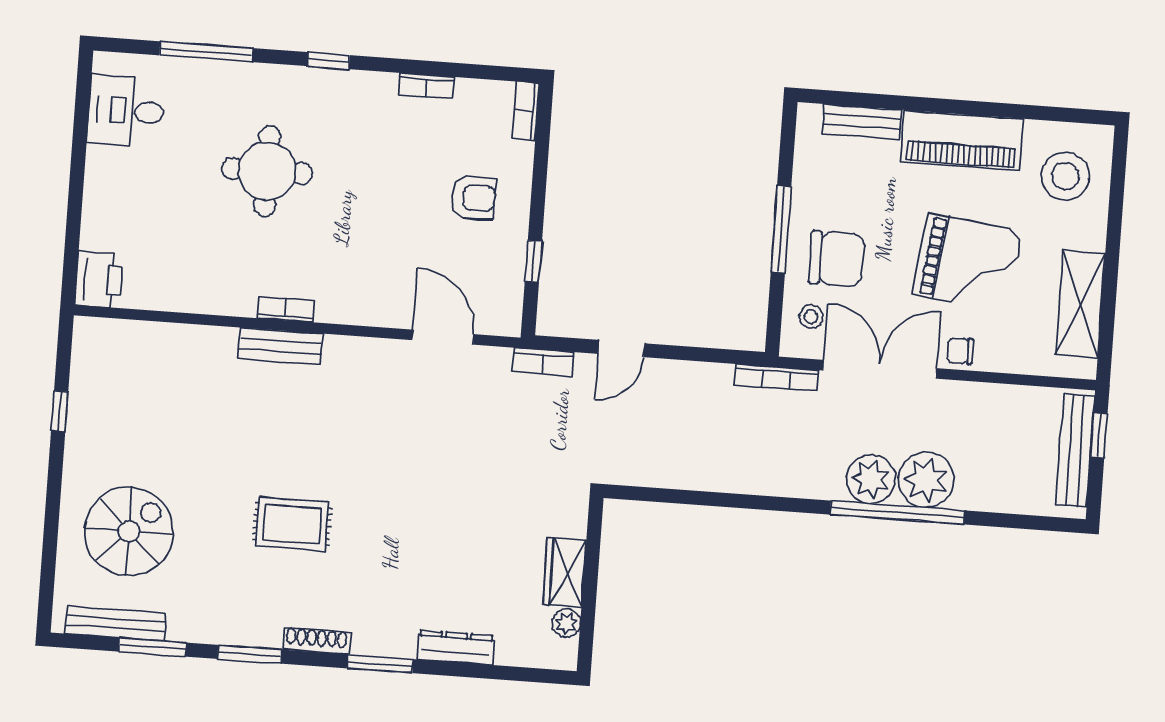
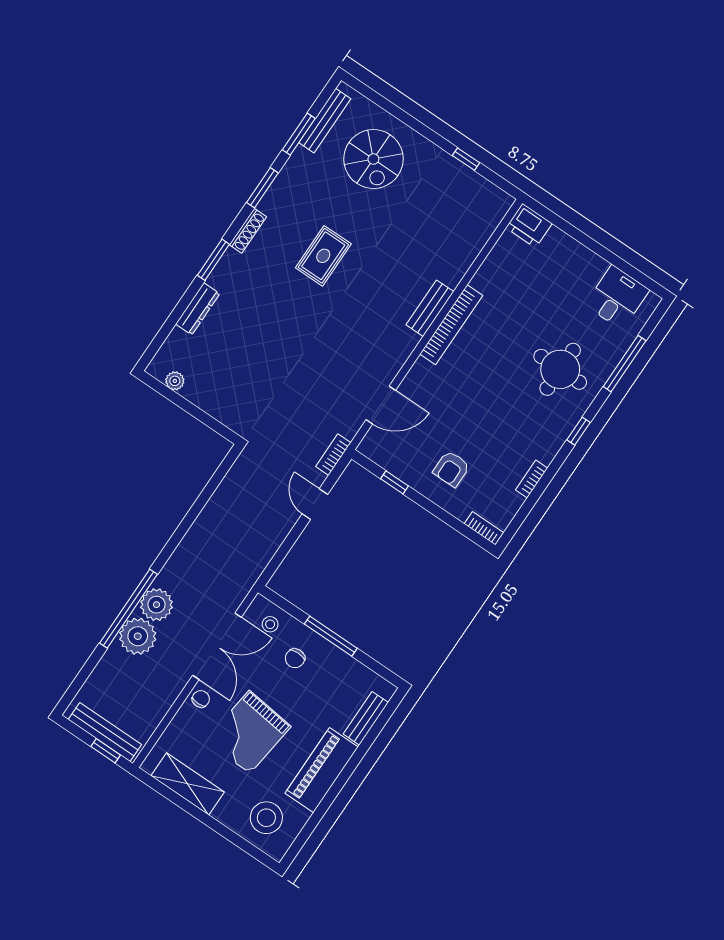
round table: (267, 171) -> (560, 369), moved
chair: (837, 259) -> (295, 658), width x0.54, depth x0.54
bookcase: (286, 309) -> (451, 325), width x2.31, depth x1.31
bookcase: (776, 378) -> (247, 584), removed
wardrobe: (565, 573) -> (205, 397), removed

